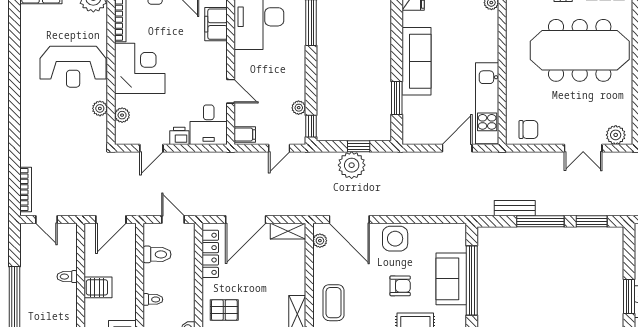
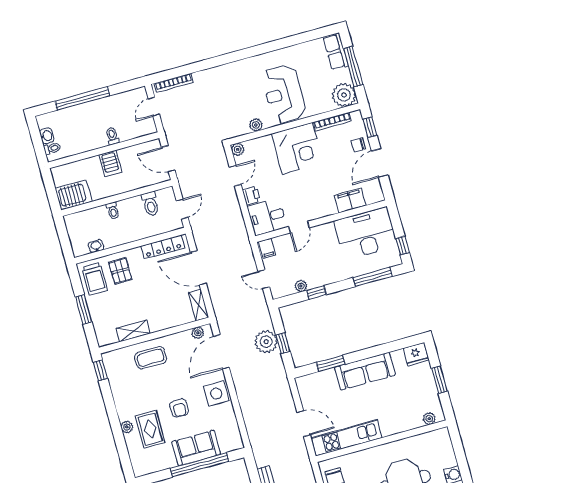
plant: (122, 115) -> (238, 149), moved
window: (311, 126) -> (316, 292), moved
door: (151, 148) -> (235, 176), swing flipped

